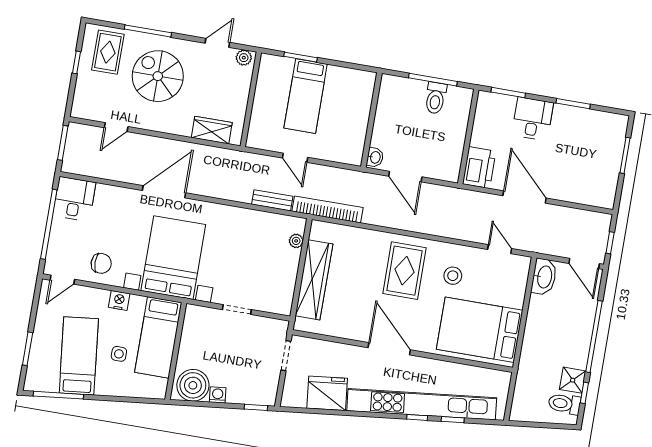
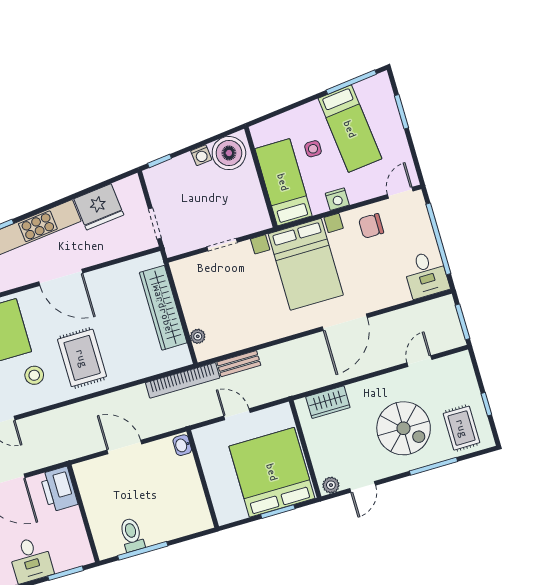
bed: (306, 96) -> (272, 472), width x2.04
wall: (371, 120) -> (203, 479), moved
washbasin: (375, 157) -> (182, 445), moved

